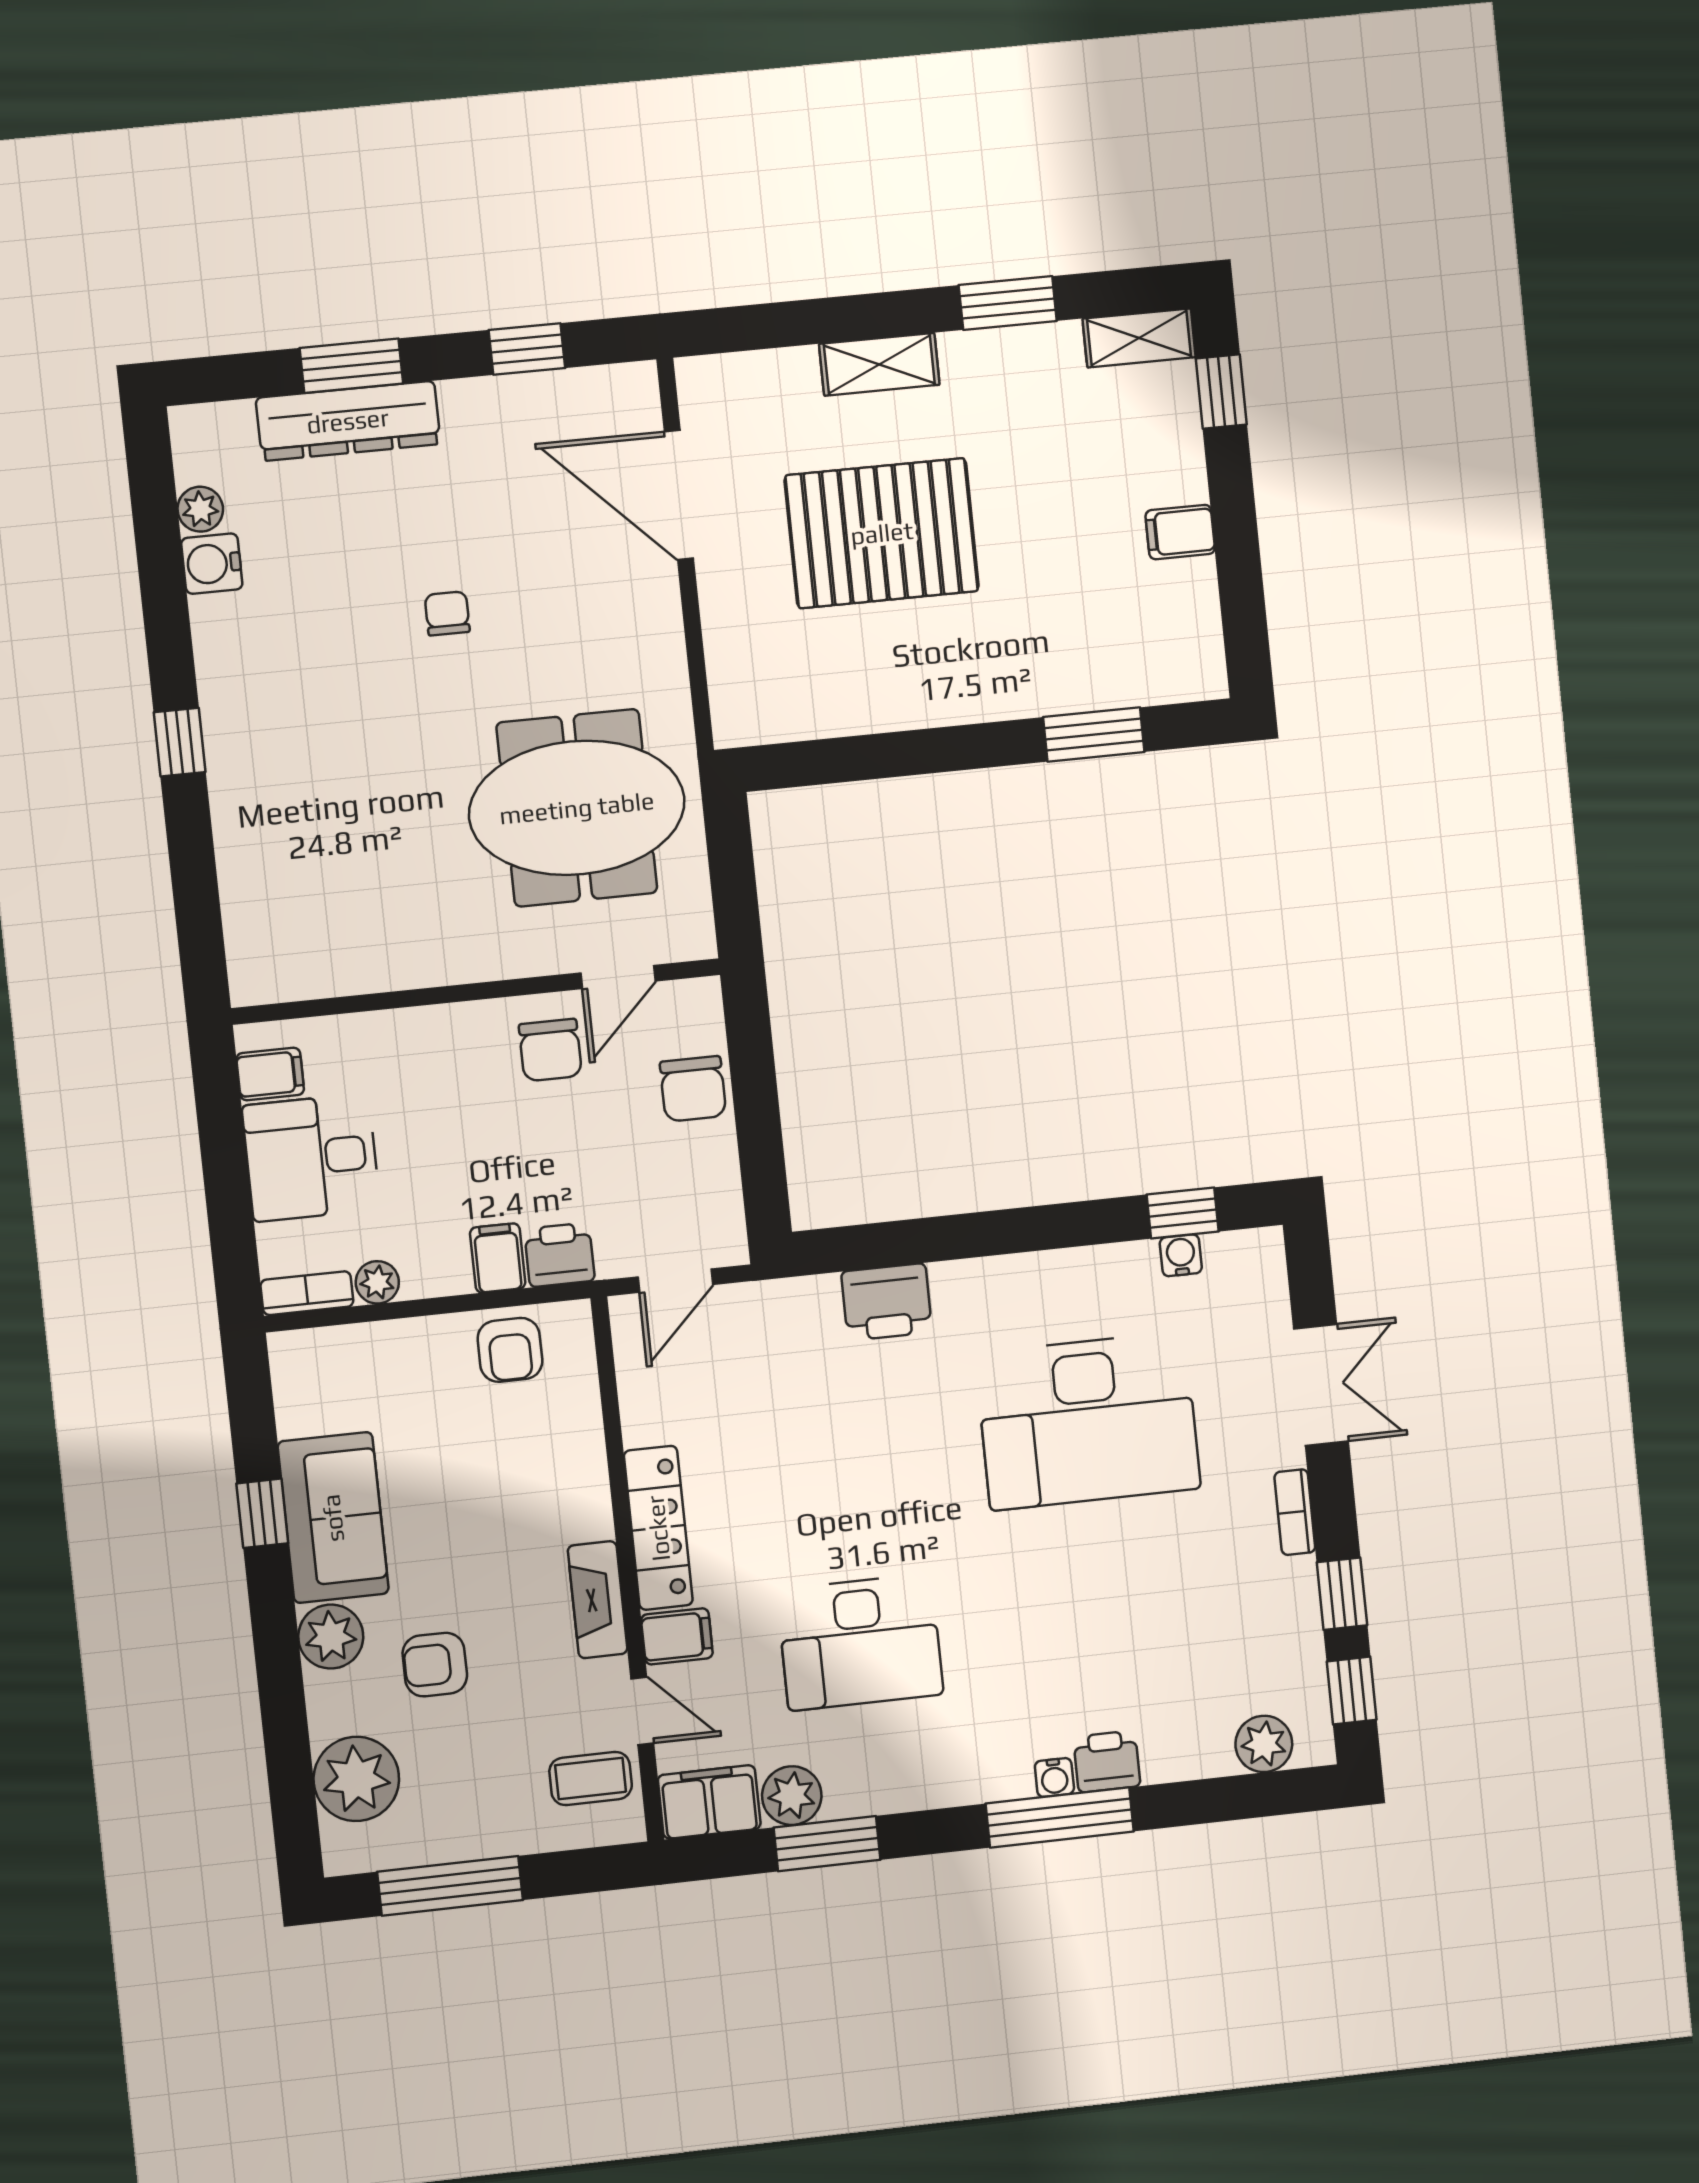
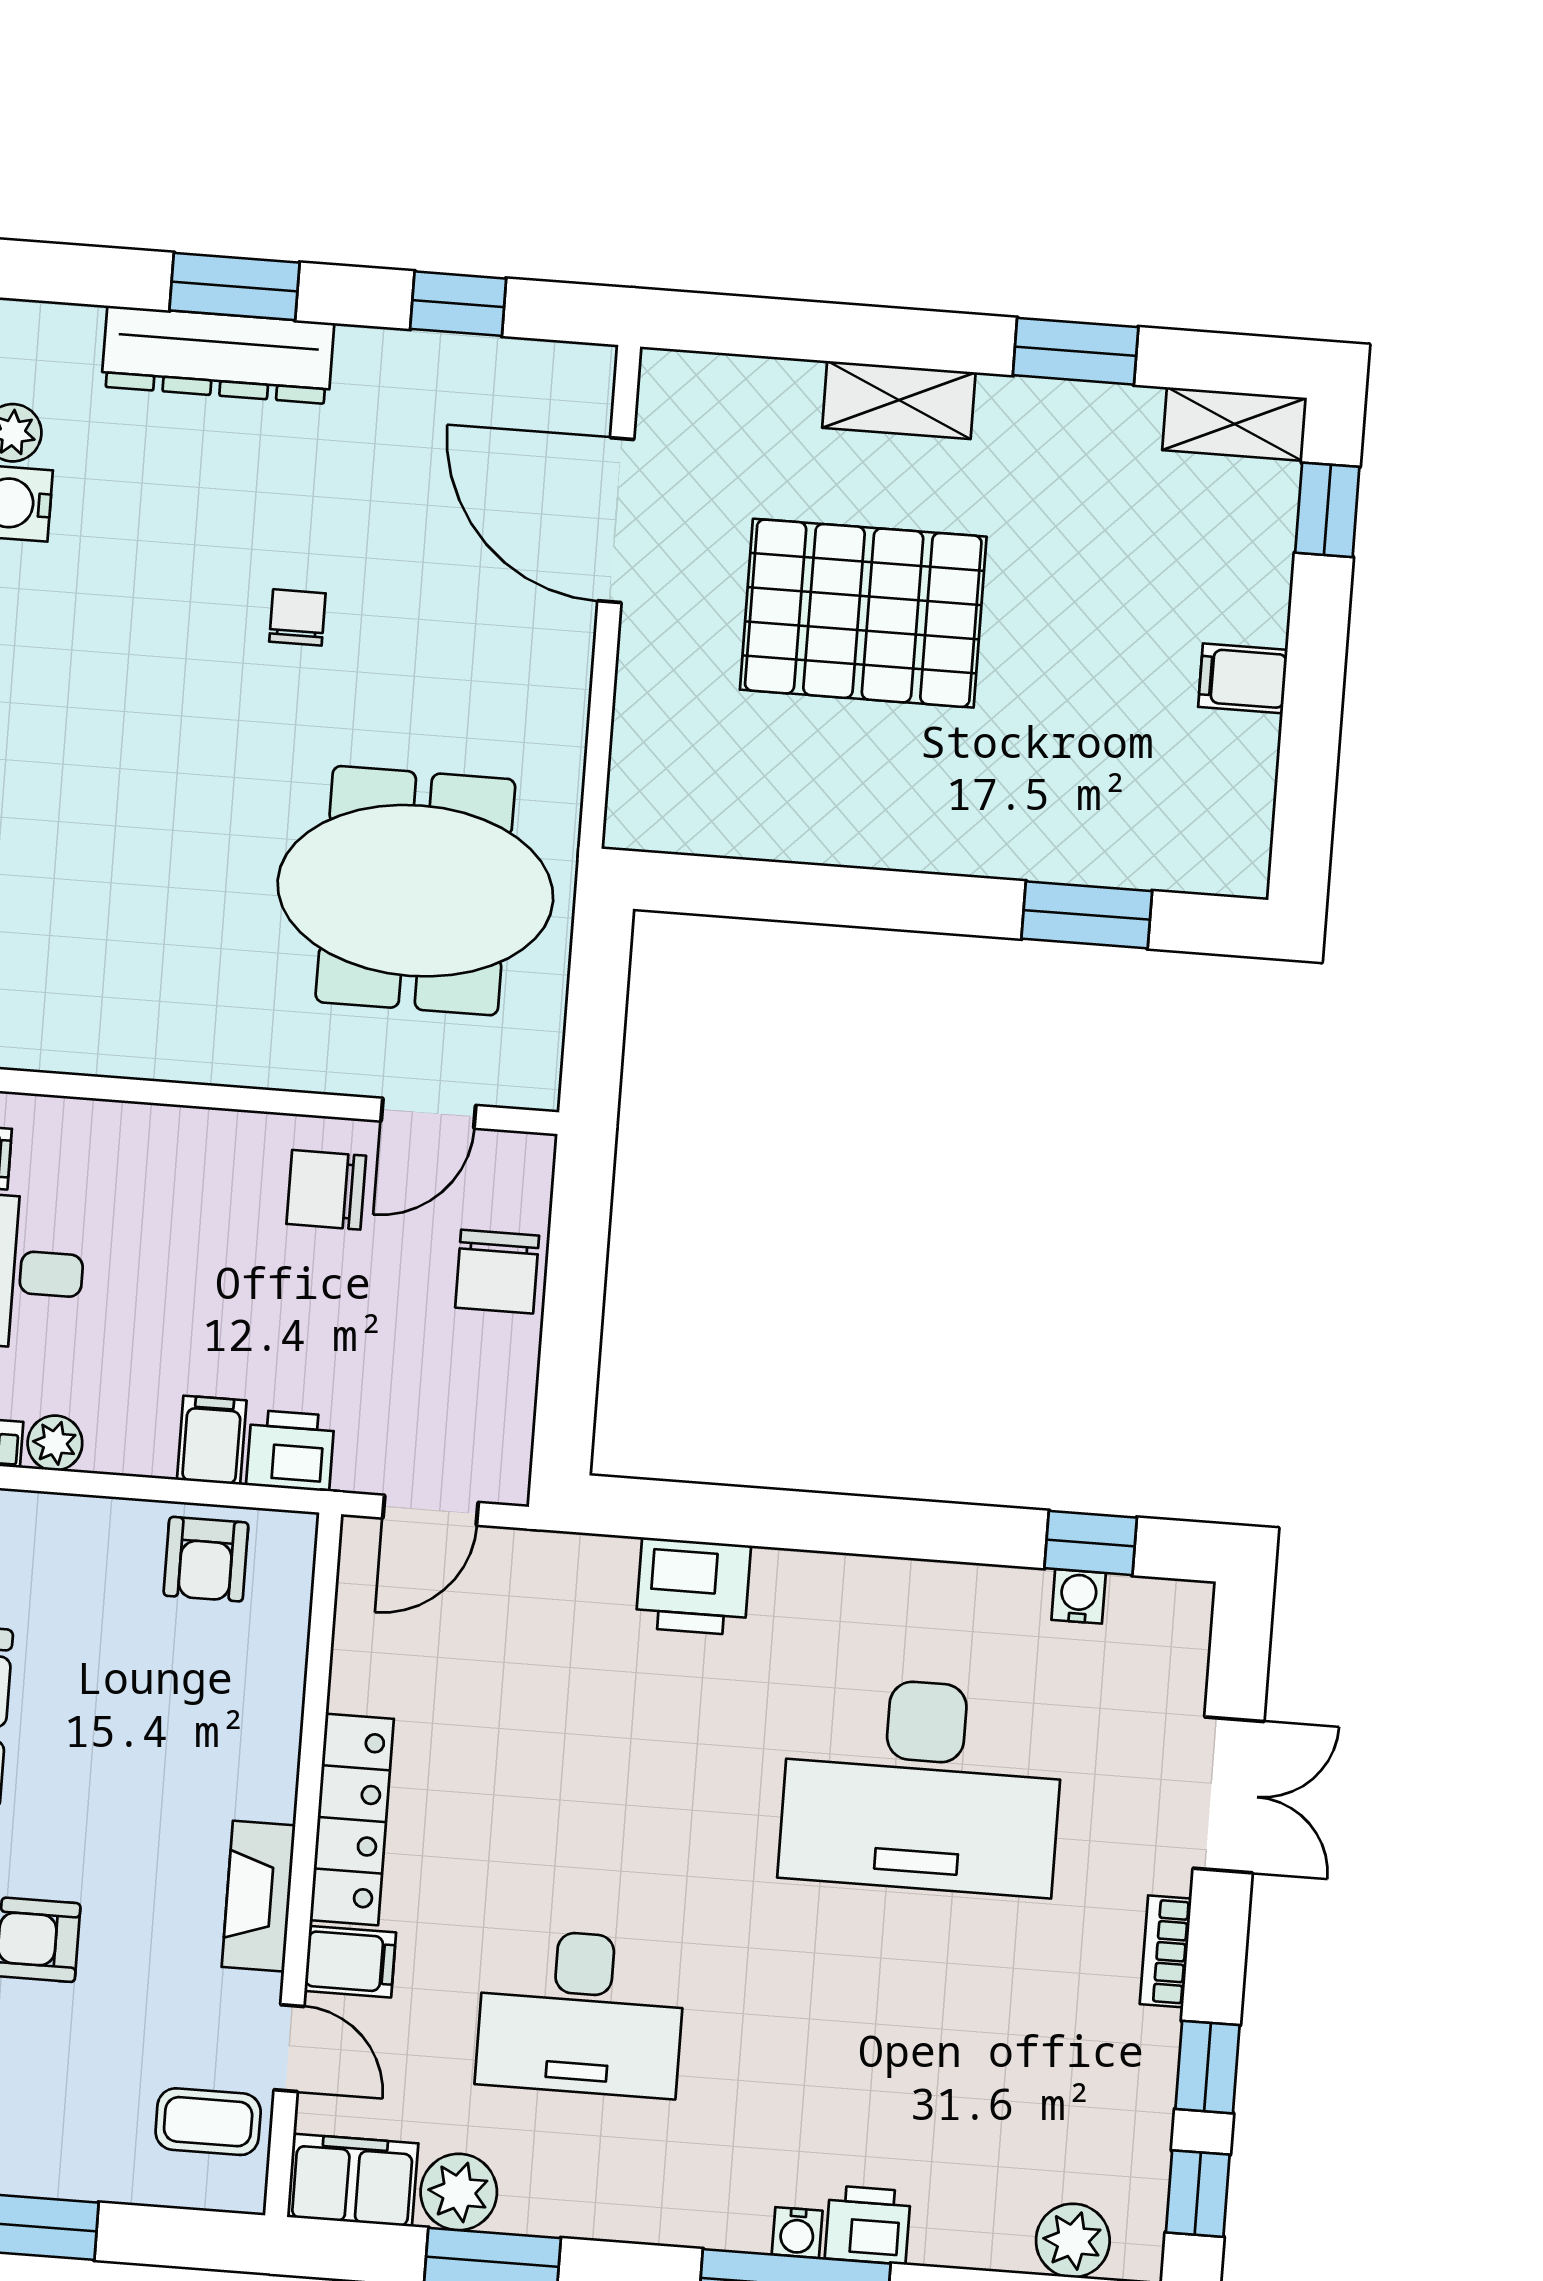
chair: (550, 1050) -> (326, 1190), turned 90

